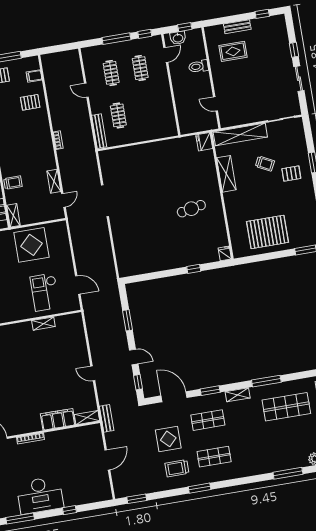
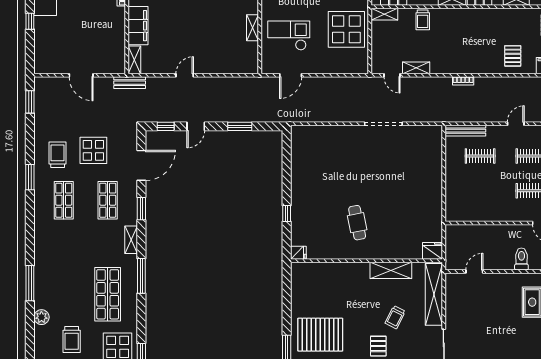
pallet: (267, 232) -> (320, 335), moved, turned 90

